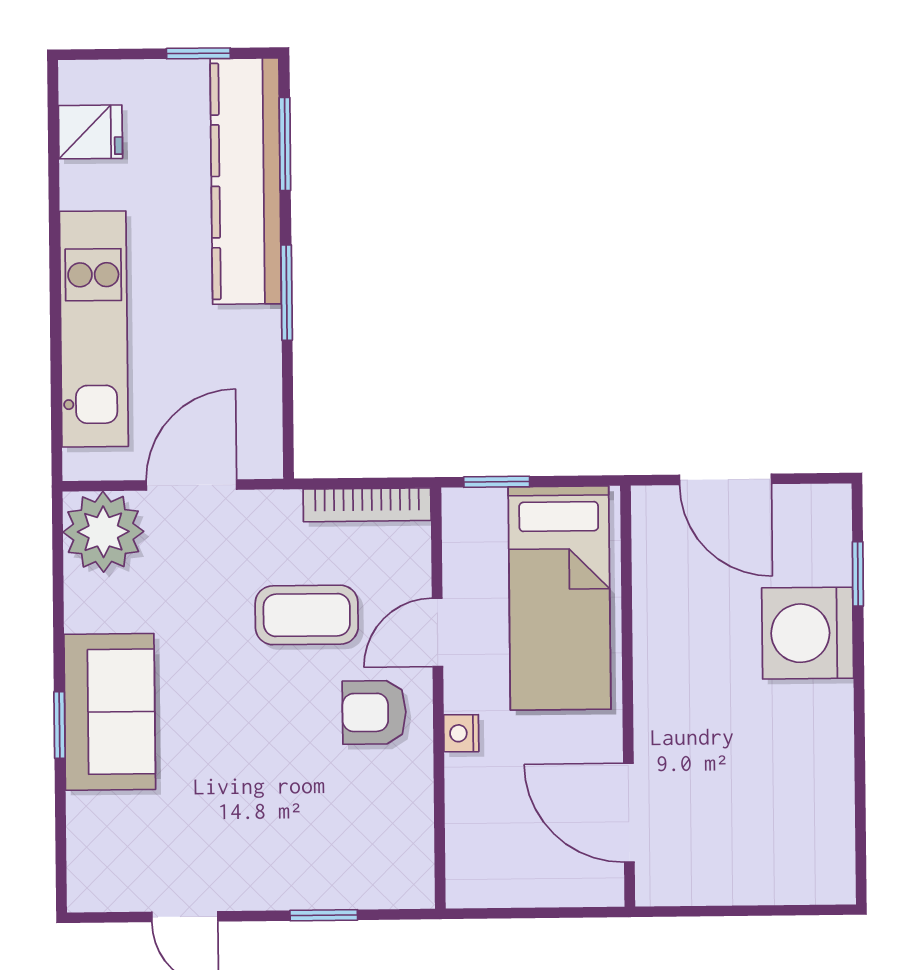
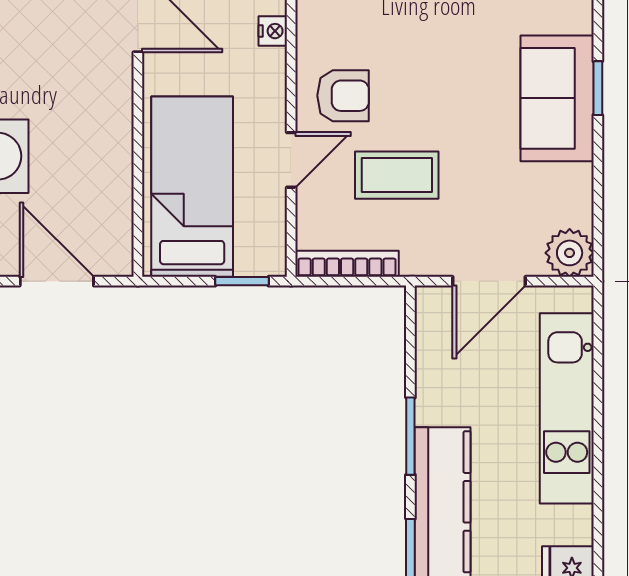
plant: (103, 532) -> (570, 253), width x0.73, depth x0.73
nightstand: (461, 733) -> (273, 31), moved

